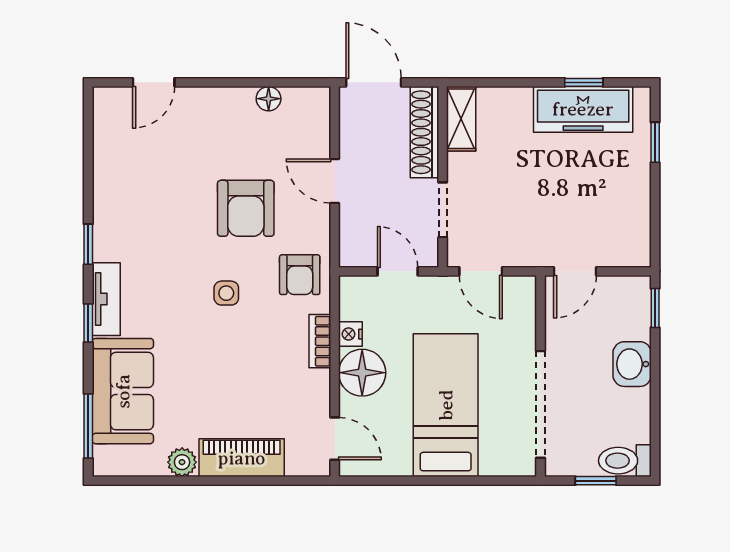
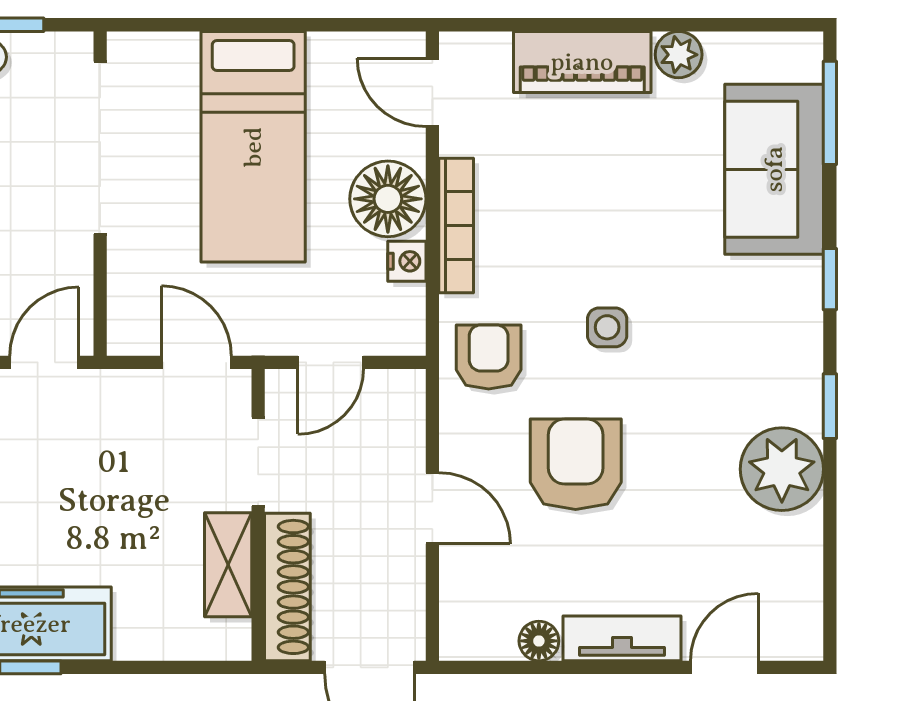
shelving: (461, 119) -> (228, 565), moved
plant: (118, 205) -> (782, 469), added
door: (398, 271) -> (331, 362), hinge flipped
tv unit: (106, 299) -> (622, 638), moved, turned 90
bookcase: (320, 341) -> (456, 225), width x1.56

